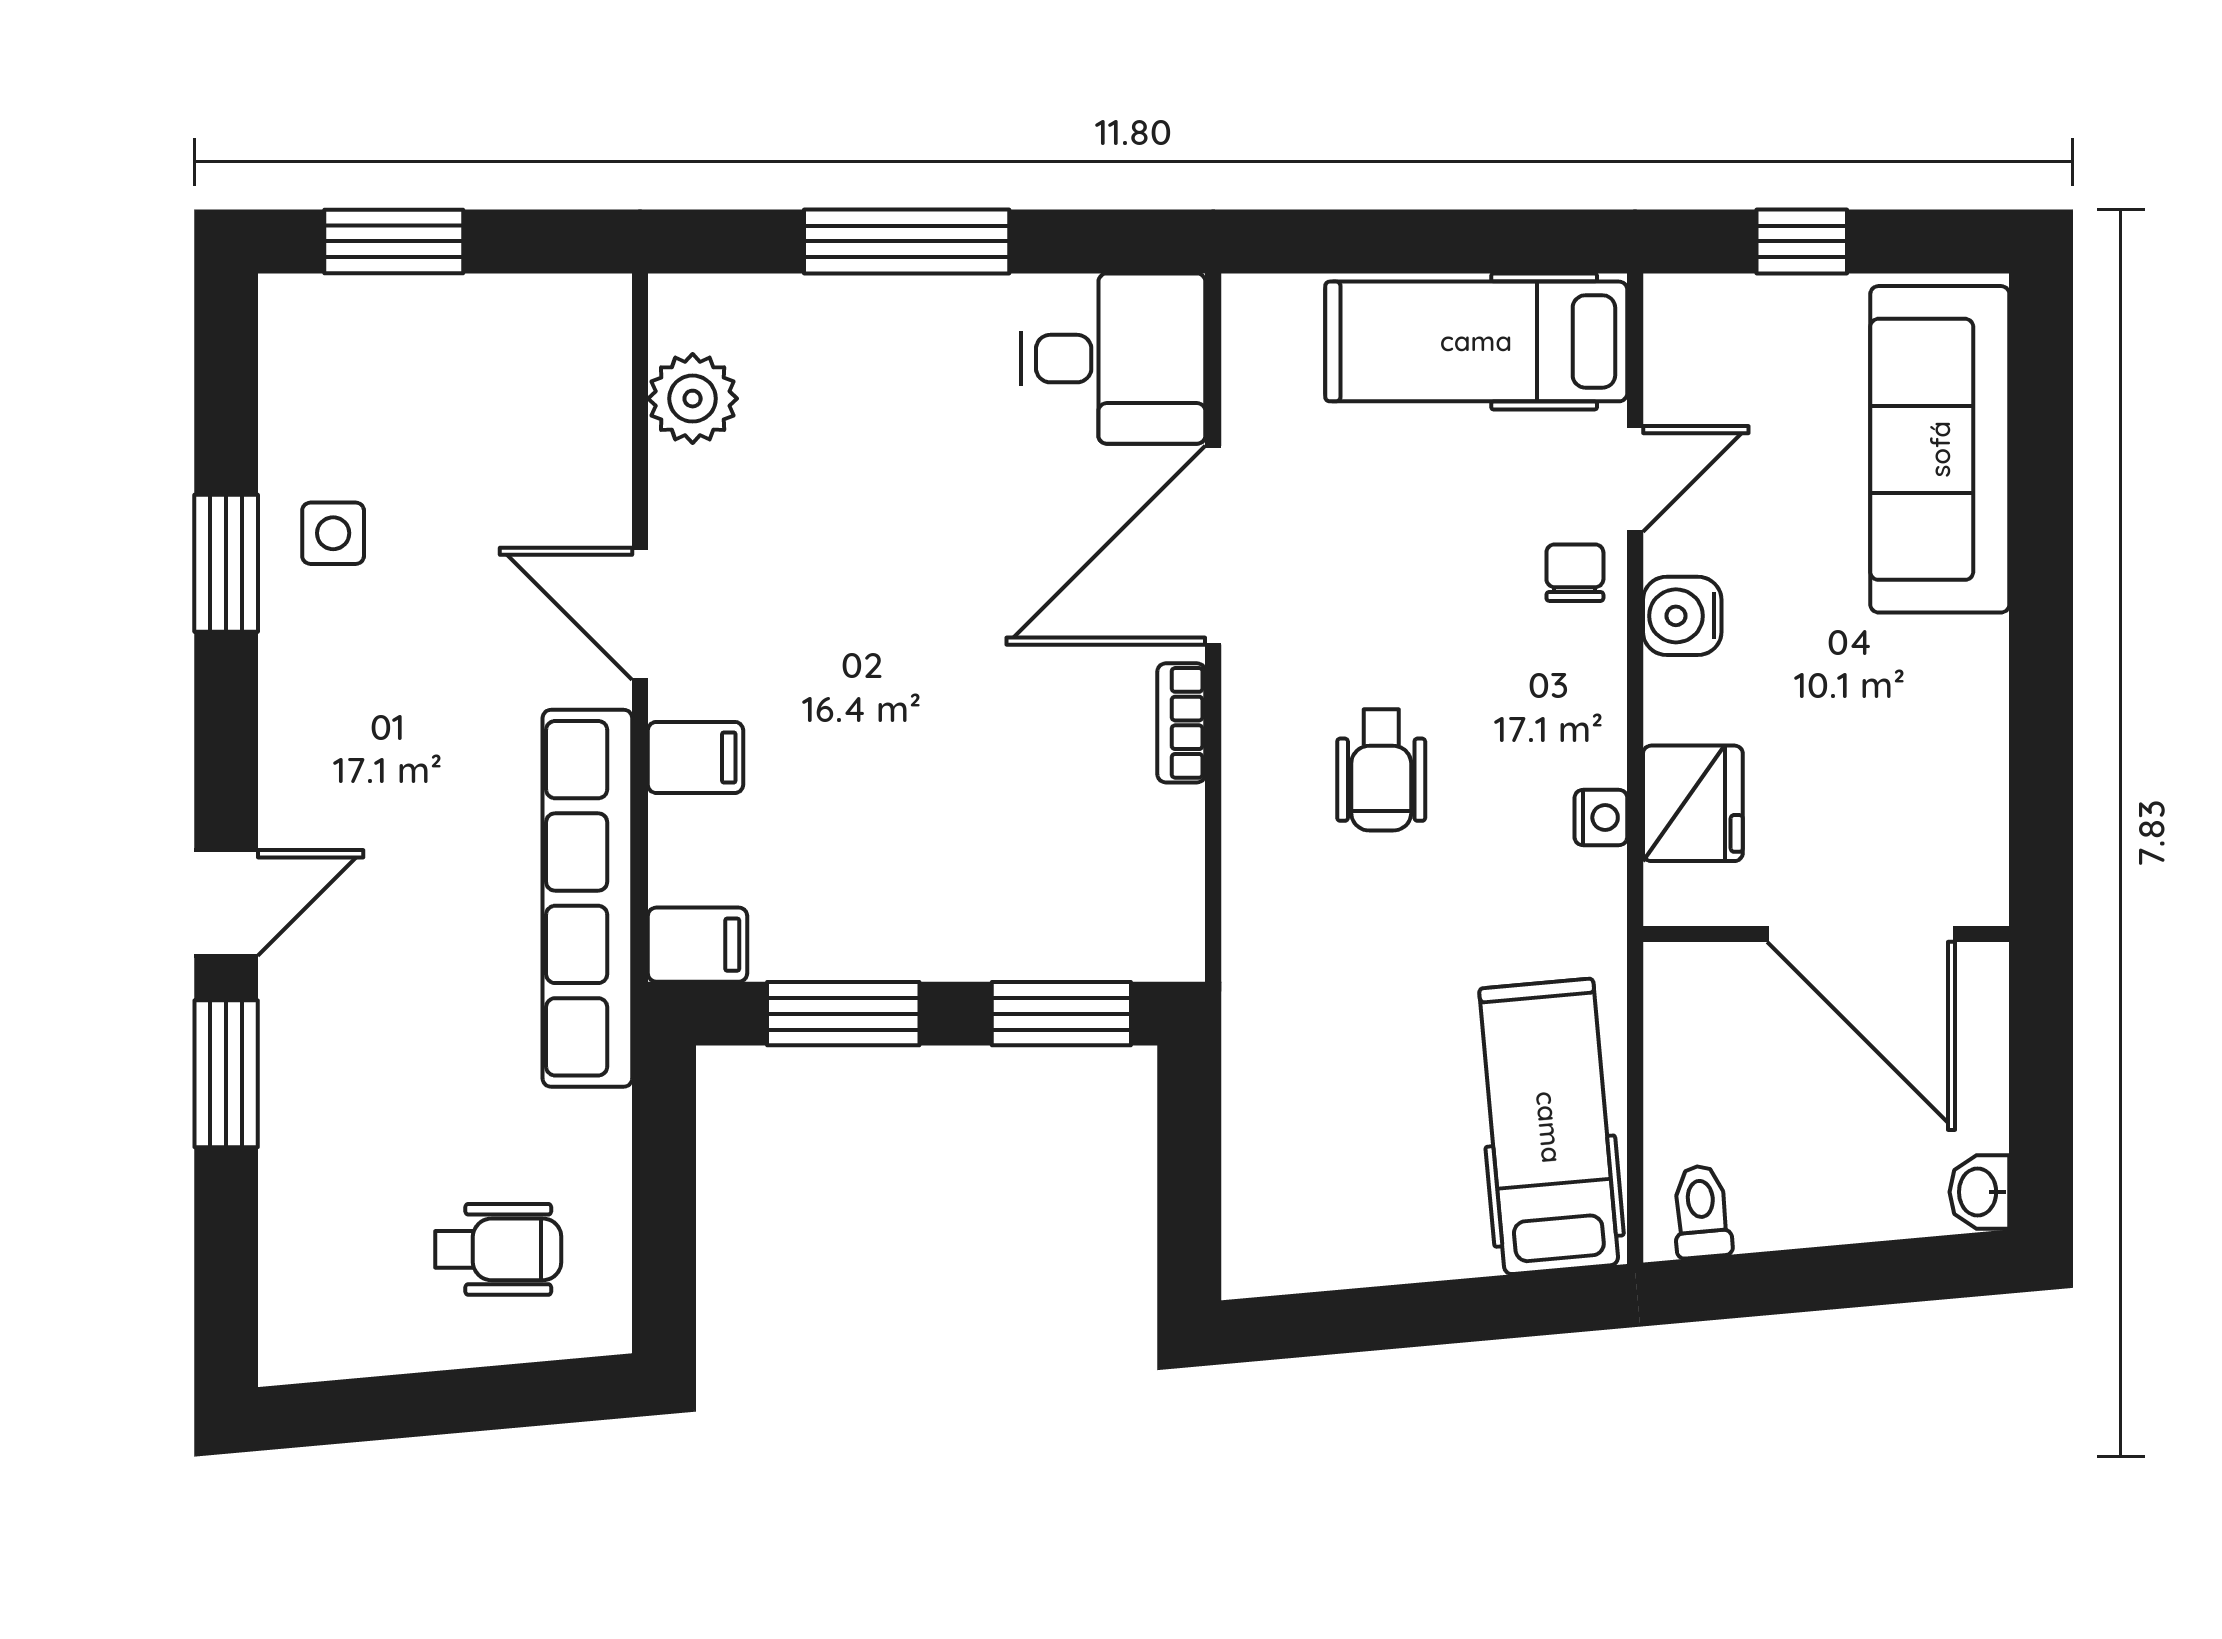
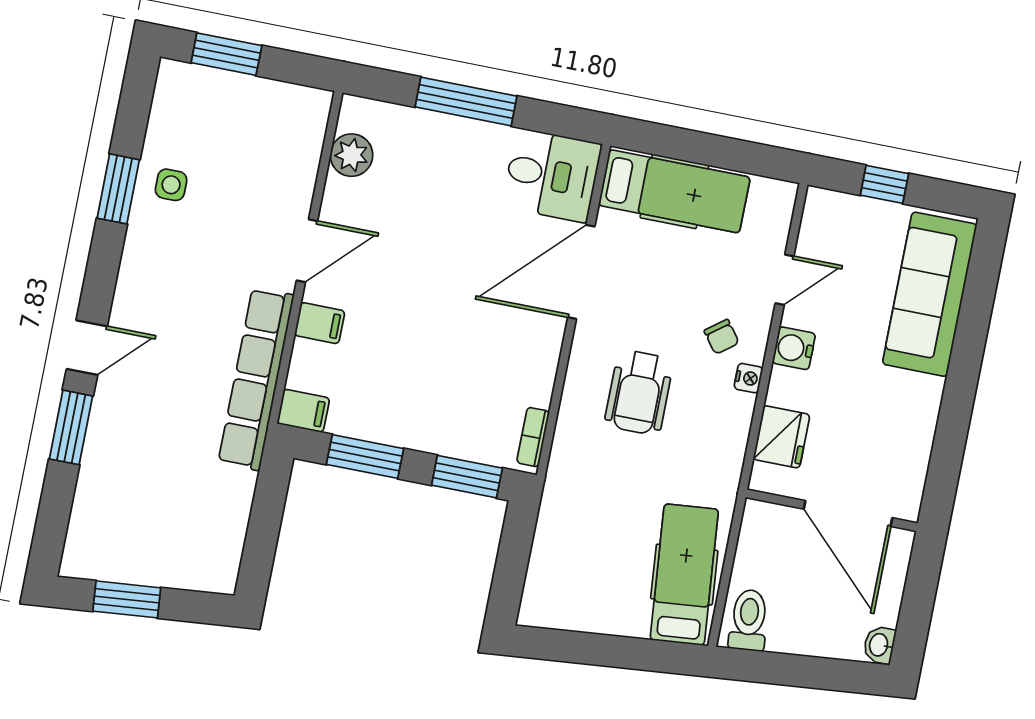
hospital bed: (1476, 341) -> (674, 191), moved, turned 180
chair: (1575, 573) -> (722, 337), moved, turned 143
door: (640, 614) -> (307, 251), swing flipped
bookcase: (1181, 723) -> (533, 437), moved
wheelchair: (1381, 770) -> (639, 392), width x1.36, depth x1.37
nightstand: (1601, 818) -> (748, 378), moved
toilet: (1701, 1212) -> (749, 620), width x1.37, depth x1.39
wheelchair: (498, 1249) -> (182, 535), removed
window: (411, 1405) -> (127, 599), added

